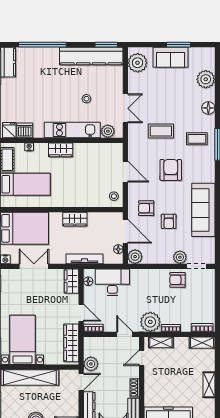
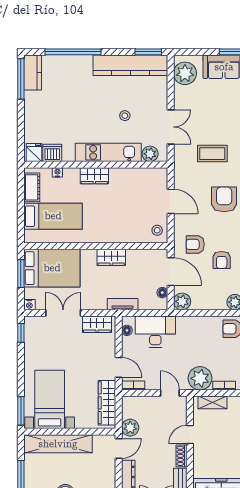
tv unit: (85, 259) -> (123, 304), width x0.71
wardrobe: (72, 281) -> (97, 324), moved, turned -90
door: (142, 358) -> (190, 434), moved

